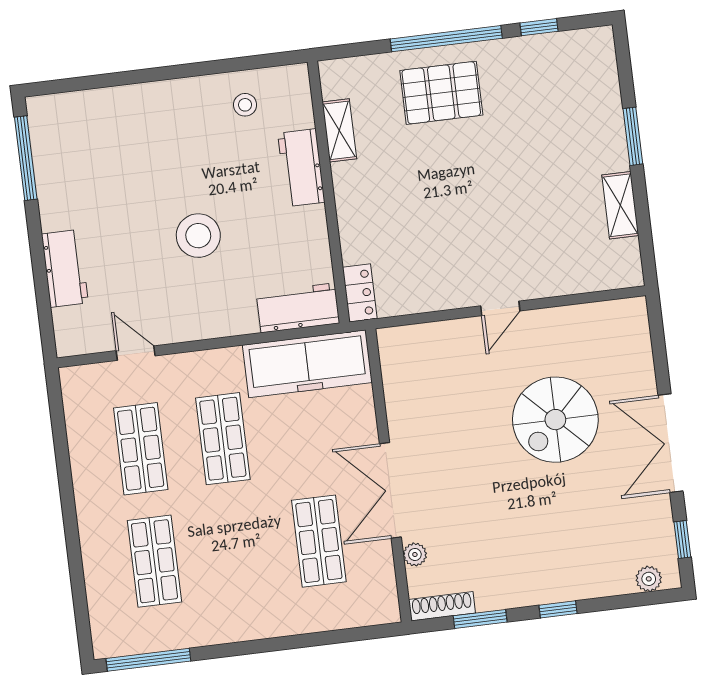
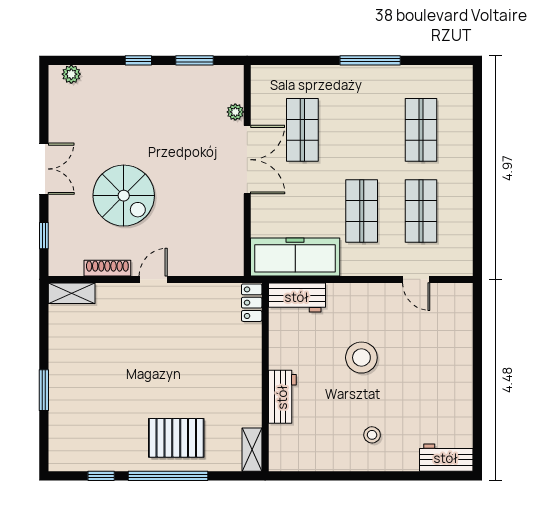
stool: (245, 105) -> (372, 435), moved
shelving: (339, 130) -> (252, 450), moved
window: (26, 158) -> (477, 428), removed
shelving: (620, 205) -> (72, 293), moved, turned 90
workbench: (65, 268) -> (446, 458), moved, turned 90
spiral stairs: (555, 420) -> (124, 196), turned 90
double door: (670, 443) -> (44, 169), width x0.73
window: (682, 539) -> (44, 236), moved
shoe rack: (442, 606) -> (107, 268), moved, turned 180
window: (148, 660) -> (370, 60), moved

